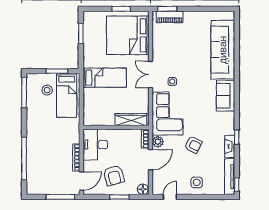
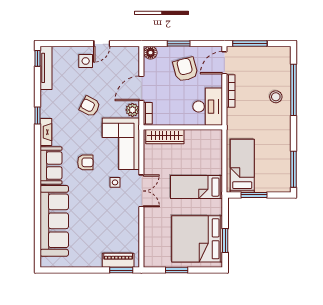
bed: (128, 35) -> (197, 239), moved, turned 180
stool: (47, 90) -> (276, 97), moved
armchair: (197, 98) -> (85, 162), added
fireplace: (230, 146) -> (46, 132), moved
door: (170, 197) -> (102, 44), moved

